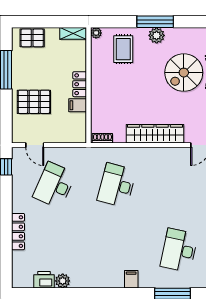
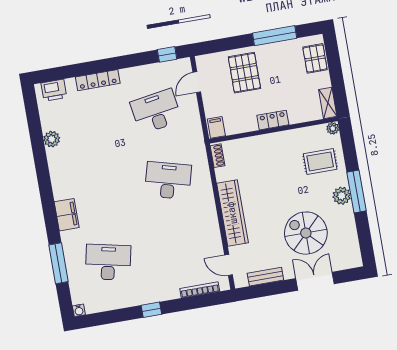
filing cabinet: (78, 105) -> (216, 127), moved
desk: (54, 185) -> (156, 111), turned -33
filing cabinet: (131, 279) -> (67, 215), width x2.00
printer: (44, 280) -> (54, 90), moved, turned 90

